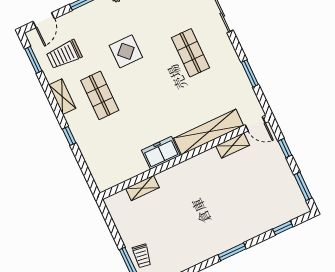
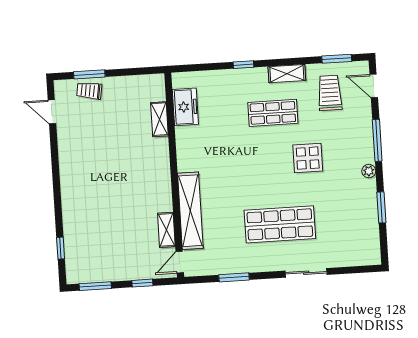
shop shelf: (190, 53) -> (280, 224), width x1.43, depth x1.36
freezer: (161, 153) -> (185, 107), moved
window: (232, 252) -> (57, 186), removed

